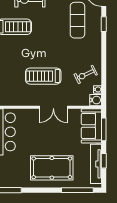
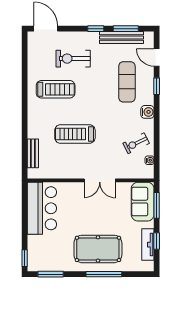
treadmill: (43, 76) -> (75, 134), moved
water cooler: (96, 100) -> (147, 112), moved
tv unit: (96, 164) -> (148, 245), width x0.71
window: (77, 190) -> (104, 274), moved

